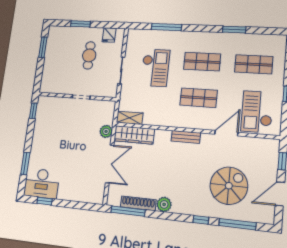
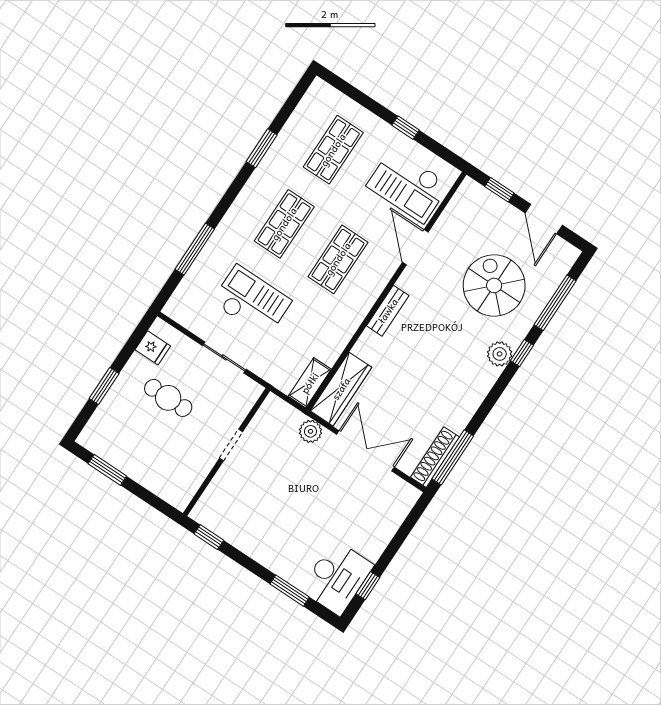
shoe rack: (138, 203) -> (435, 457), moved
plant: (164, 204) -> (500, 354), moved

